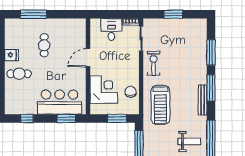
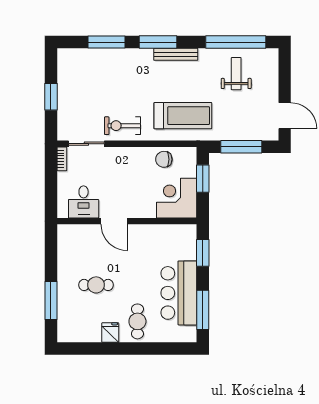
desk: (111, 30) -> (84, 202), moved, turned -90
corner desk: (104, 90) -> (177, 198), moved
bar counter: (60, 102) -> (179, 293), moved
window: (27, 119) -> (203, 310), width x2.17

